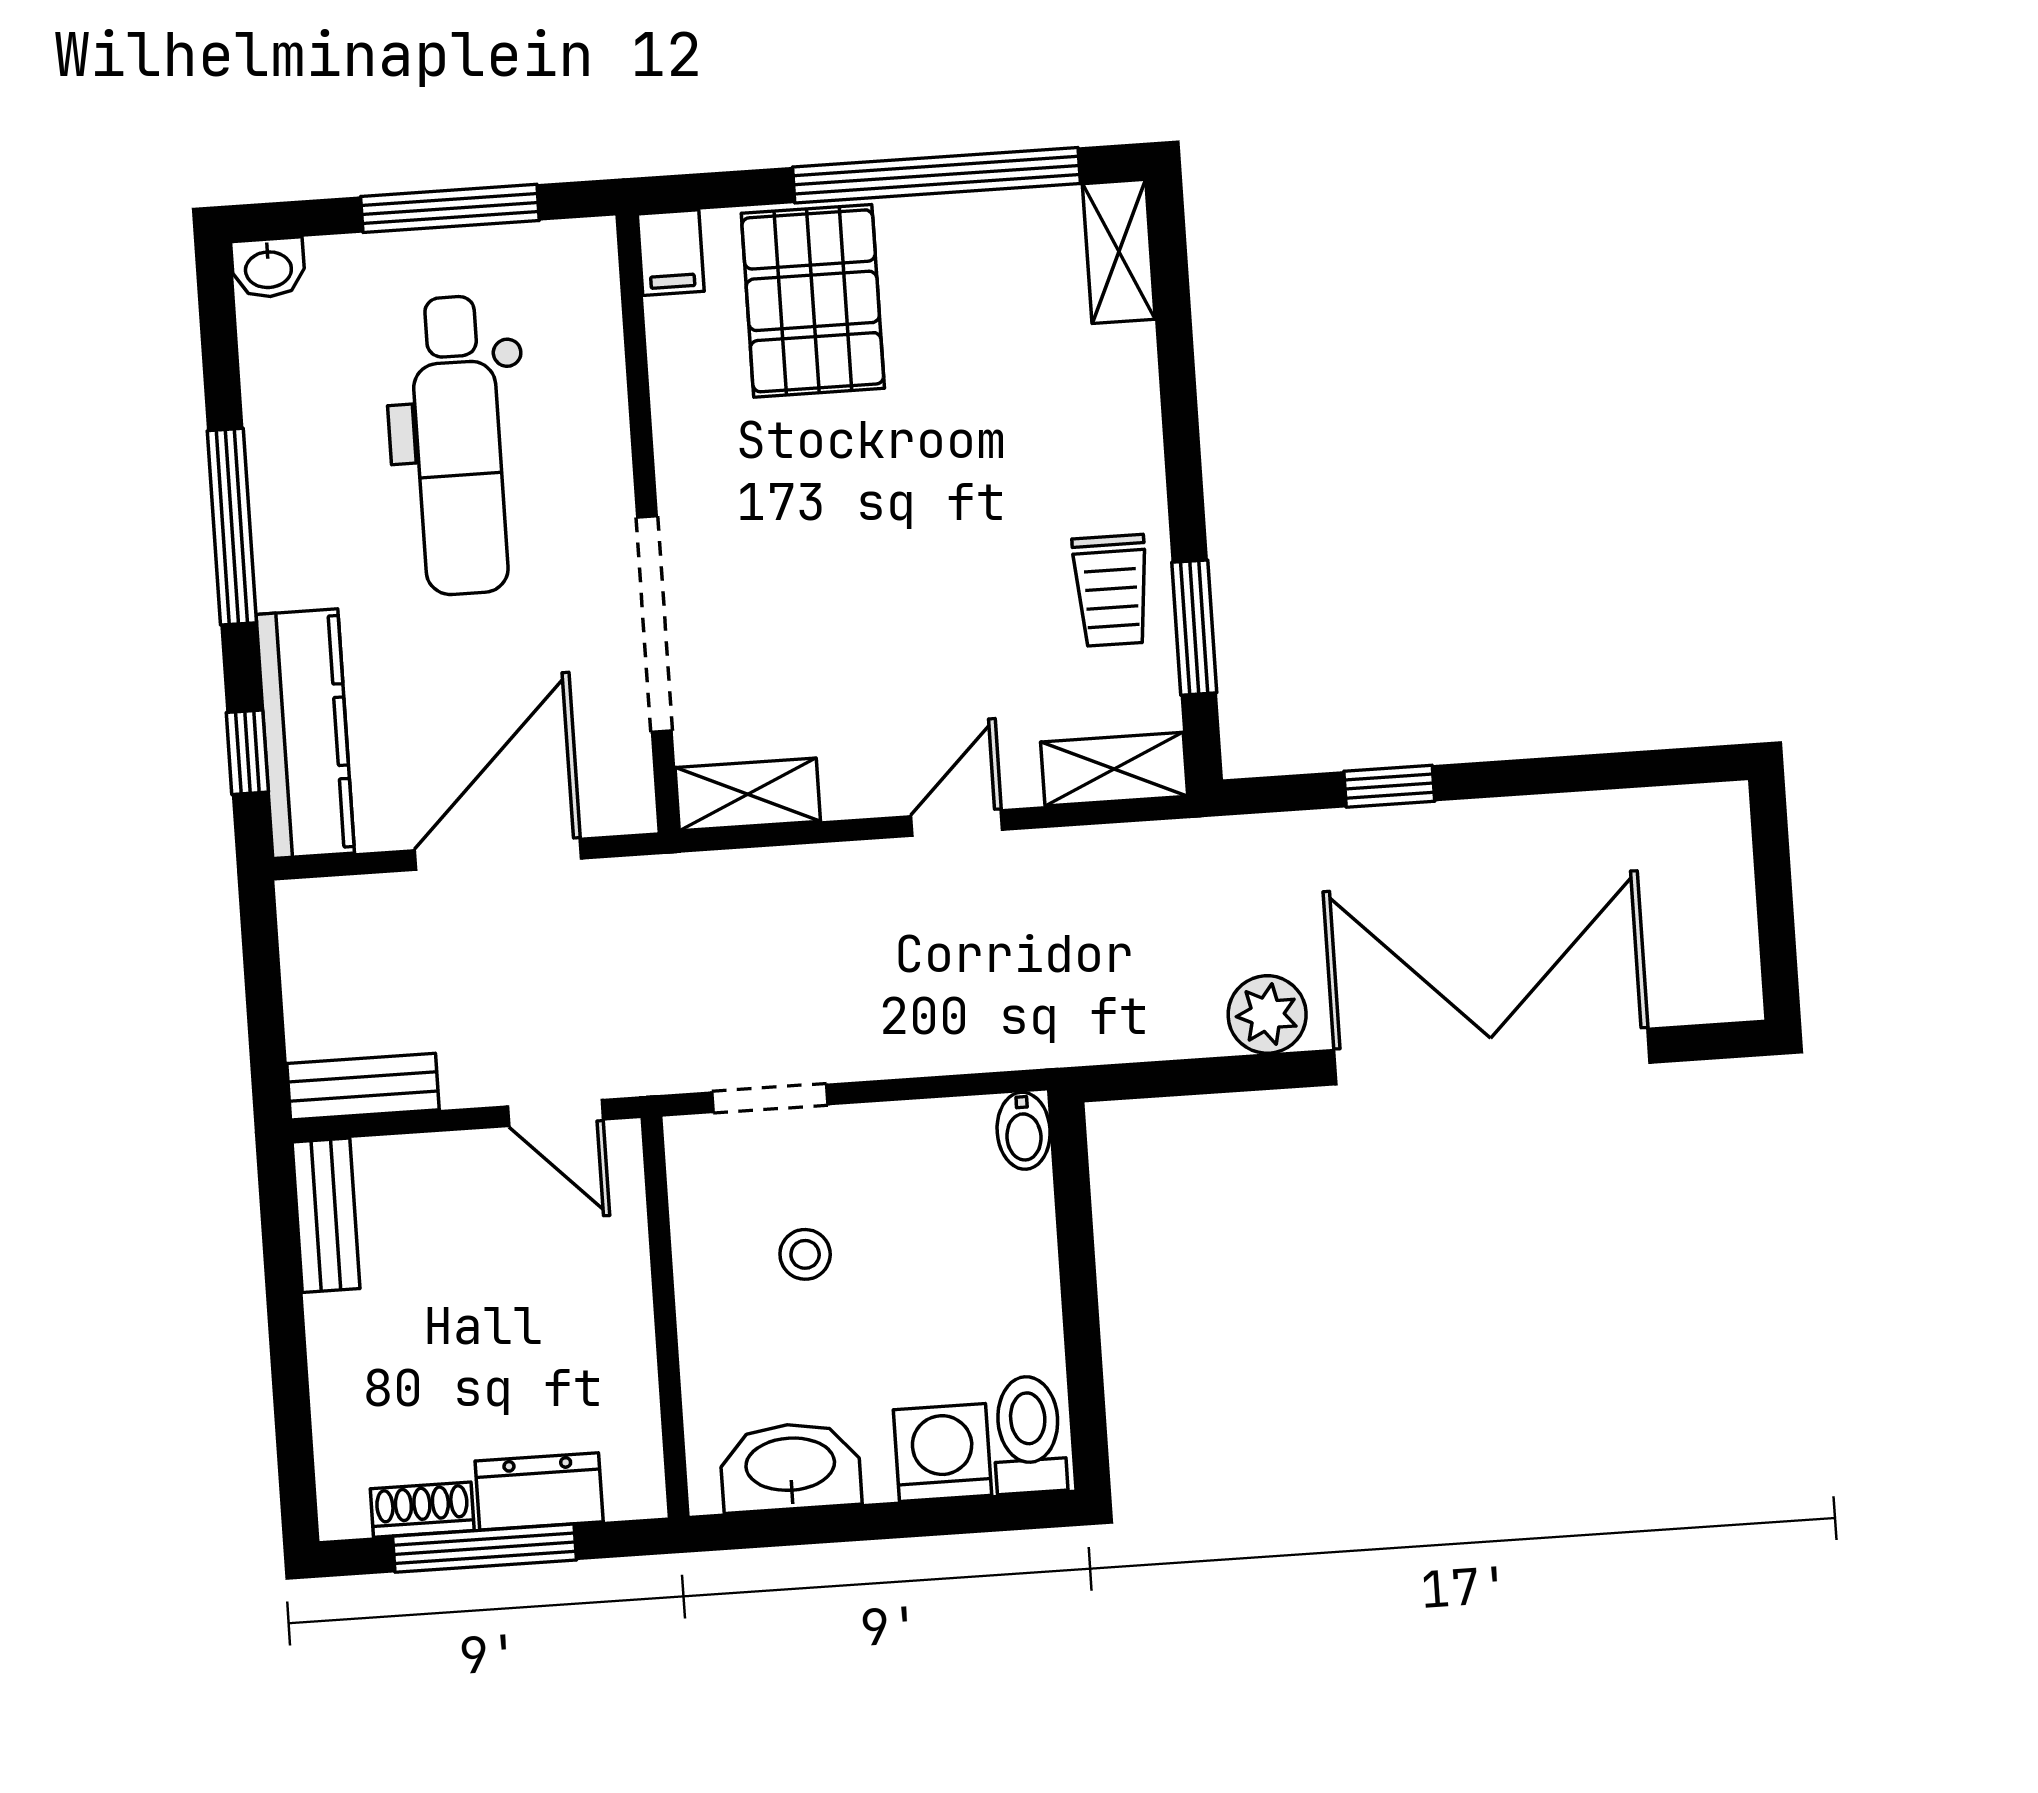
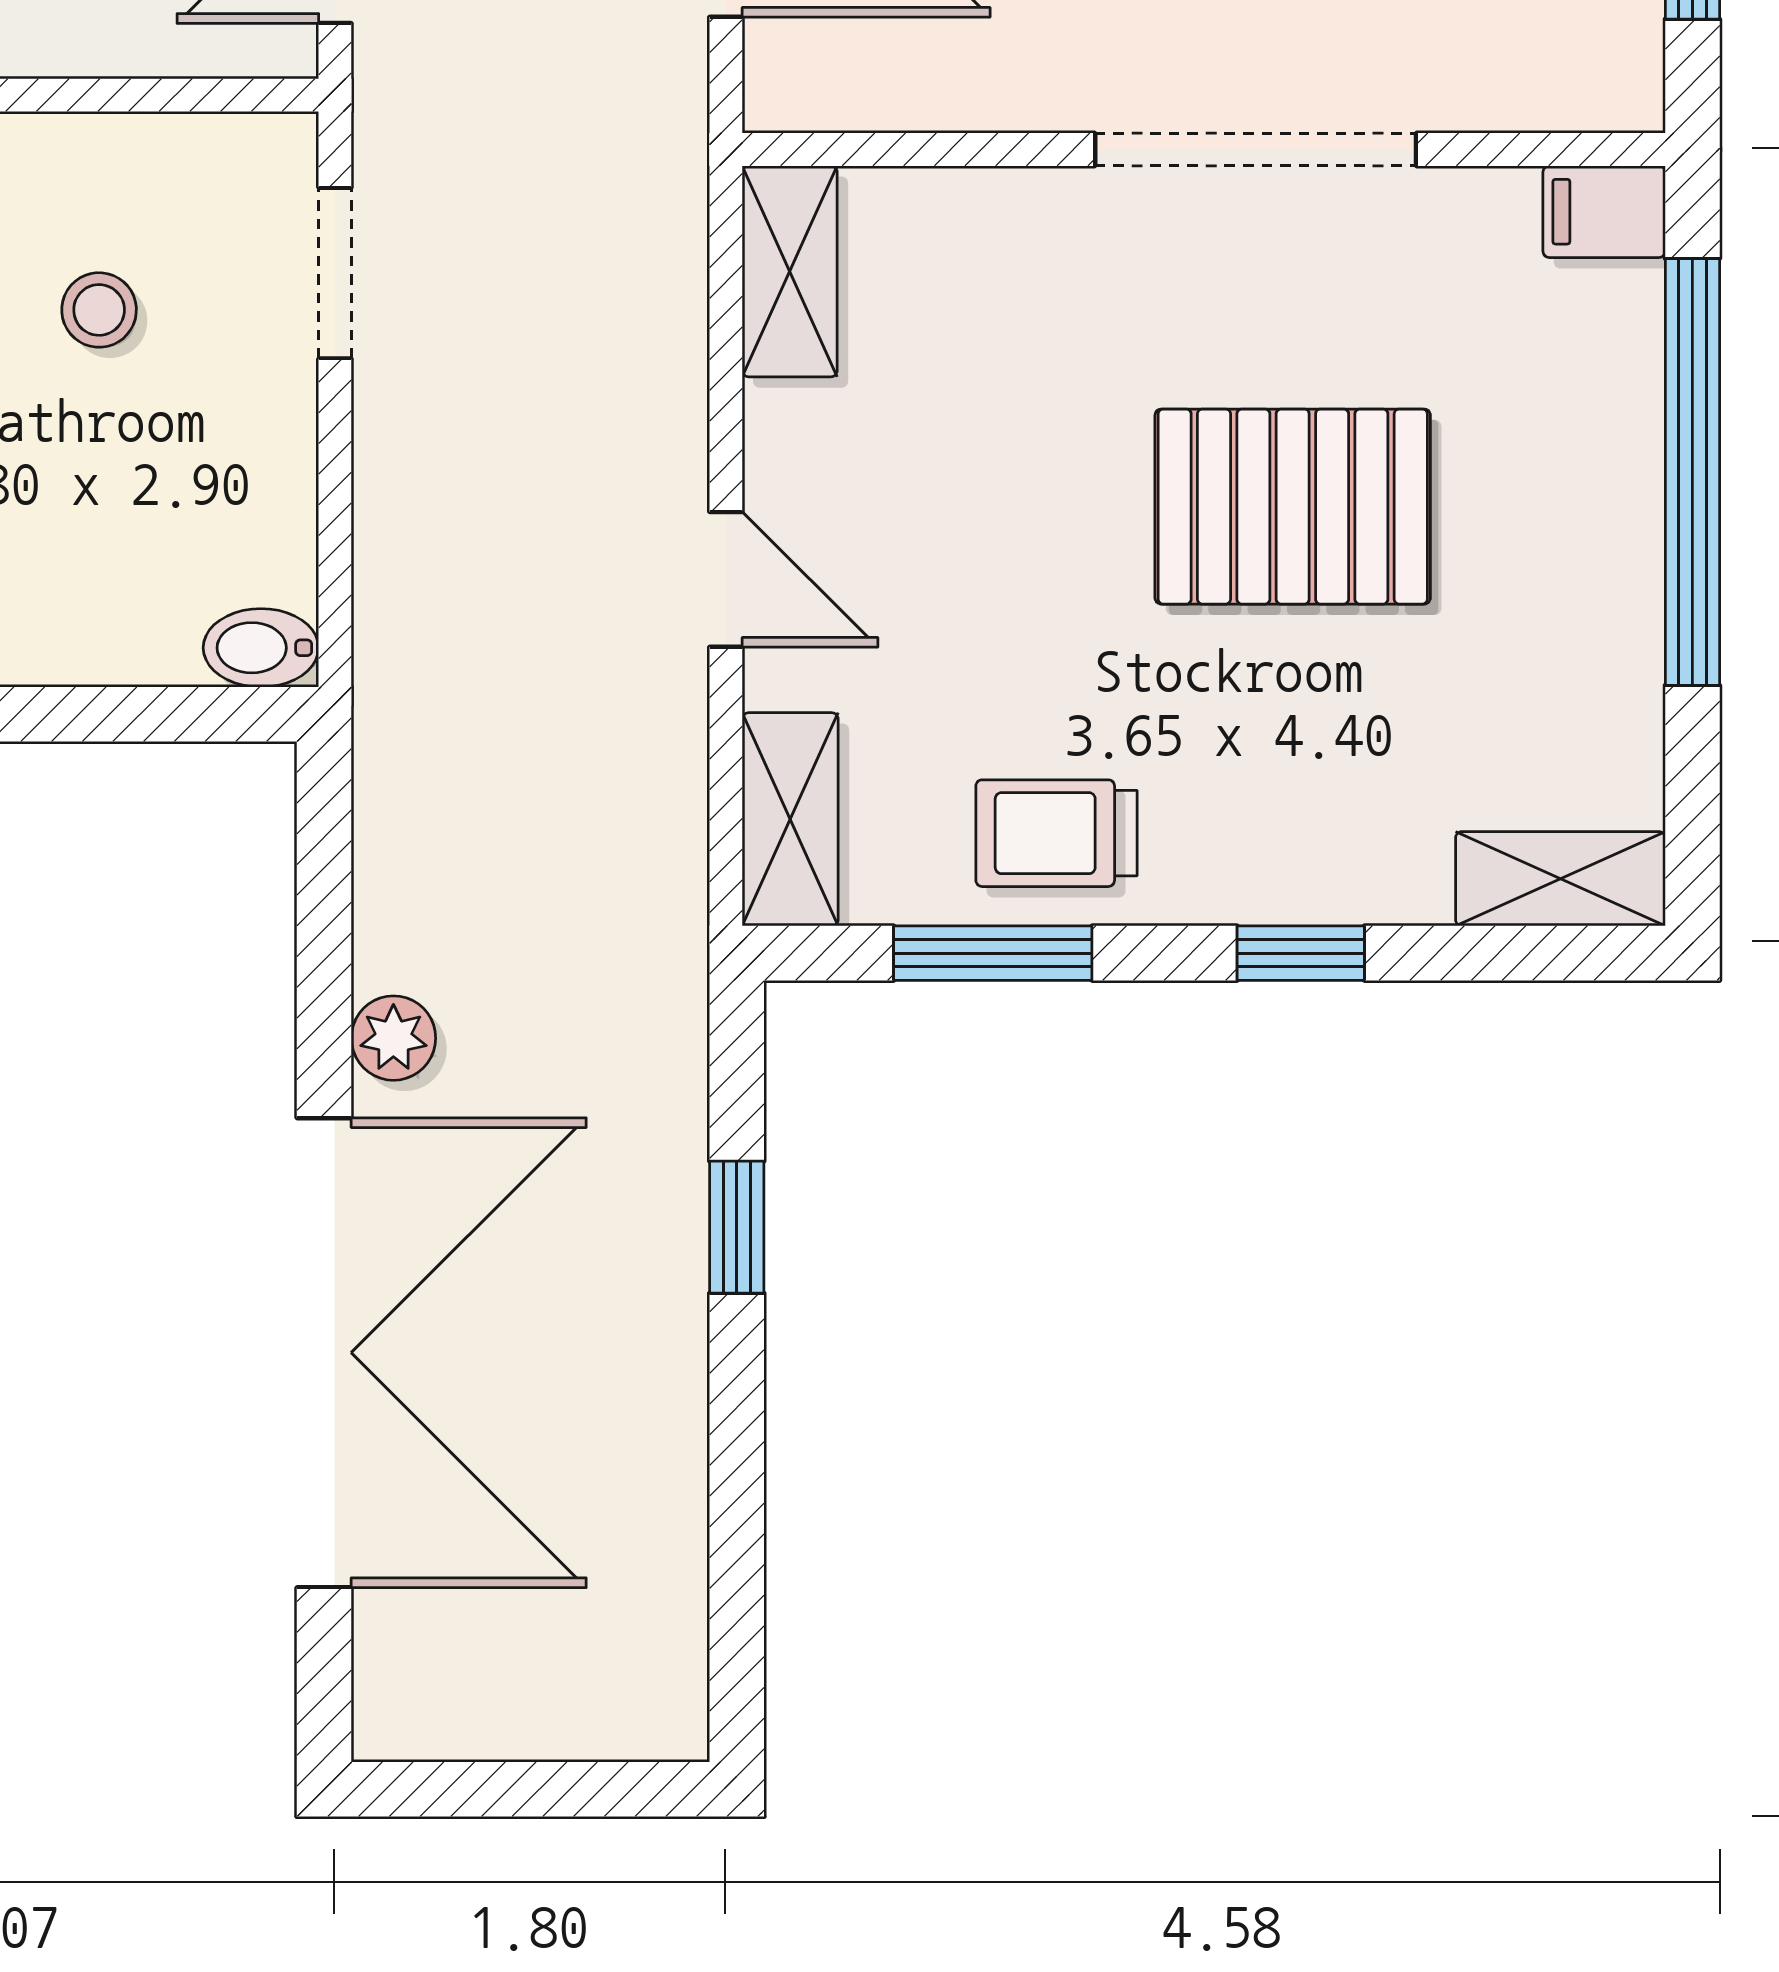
window: (936, 175) -> (1692, 472), moved
pallet: (813, 301) -> (1293, 507), moved
window: (1180, 422) -> (1301, 953), added
doorway: (654, 624) -> (1256, 149), moved
plant: (1267, 1014) -> (393, 1038), width x0.73, depth x0.73

